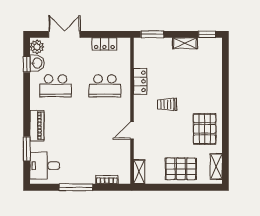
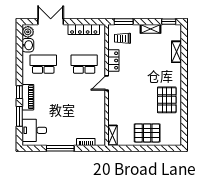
locker: (104, 44) -> (84, 29), width x1.53
window: (27, 64) -> (19, 92), moved
school desk: (56, 86) -> (43, 64), turned 180
school desk: (105, 86) -> (84, 64), turned 180
trolley: (167, 104) -> (123, 38), moved
door: (132, 130) -> (107, 83), moved
shelving: (216, 167) -> (176, 52), moved

